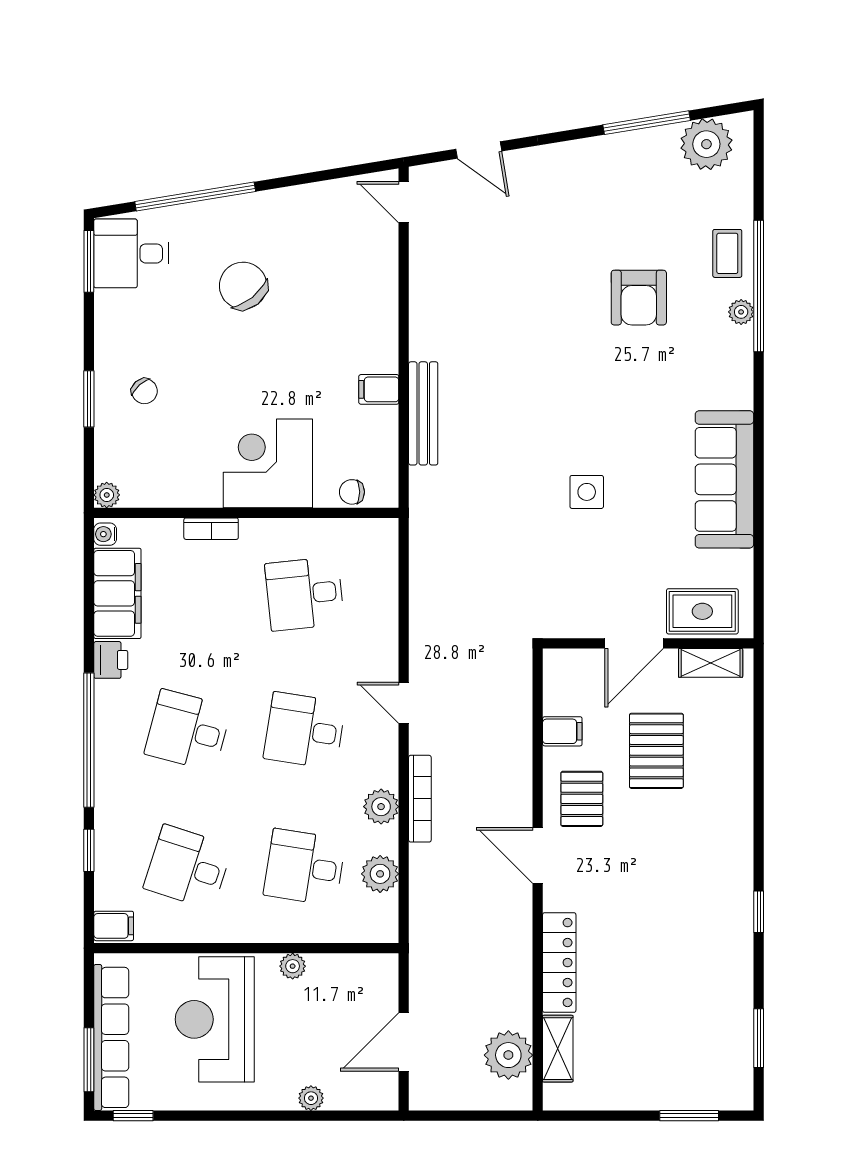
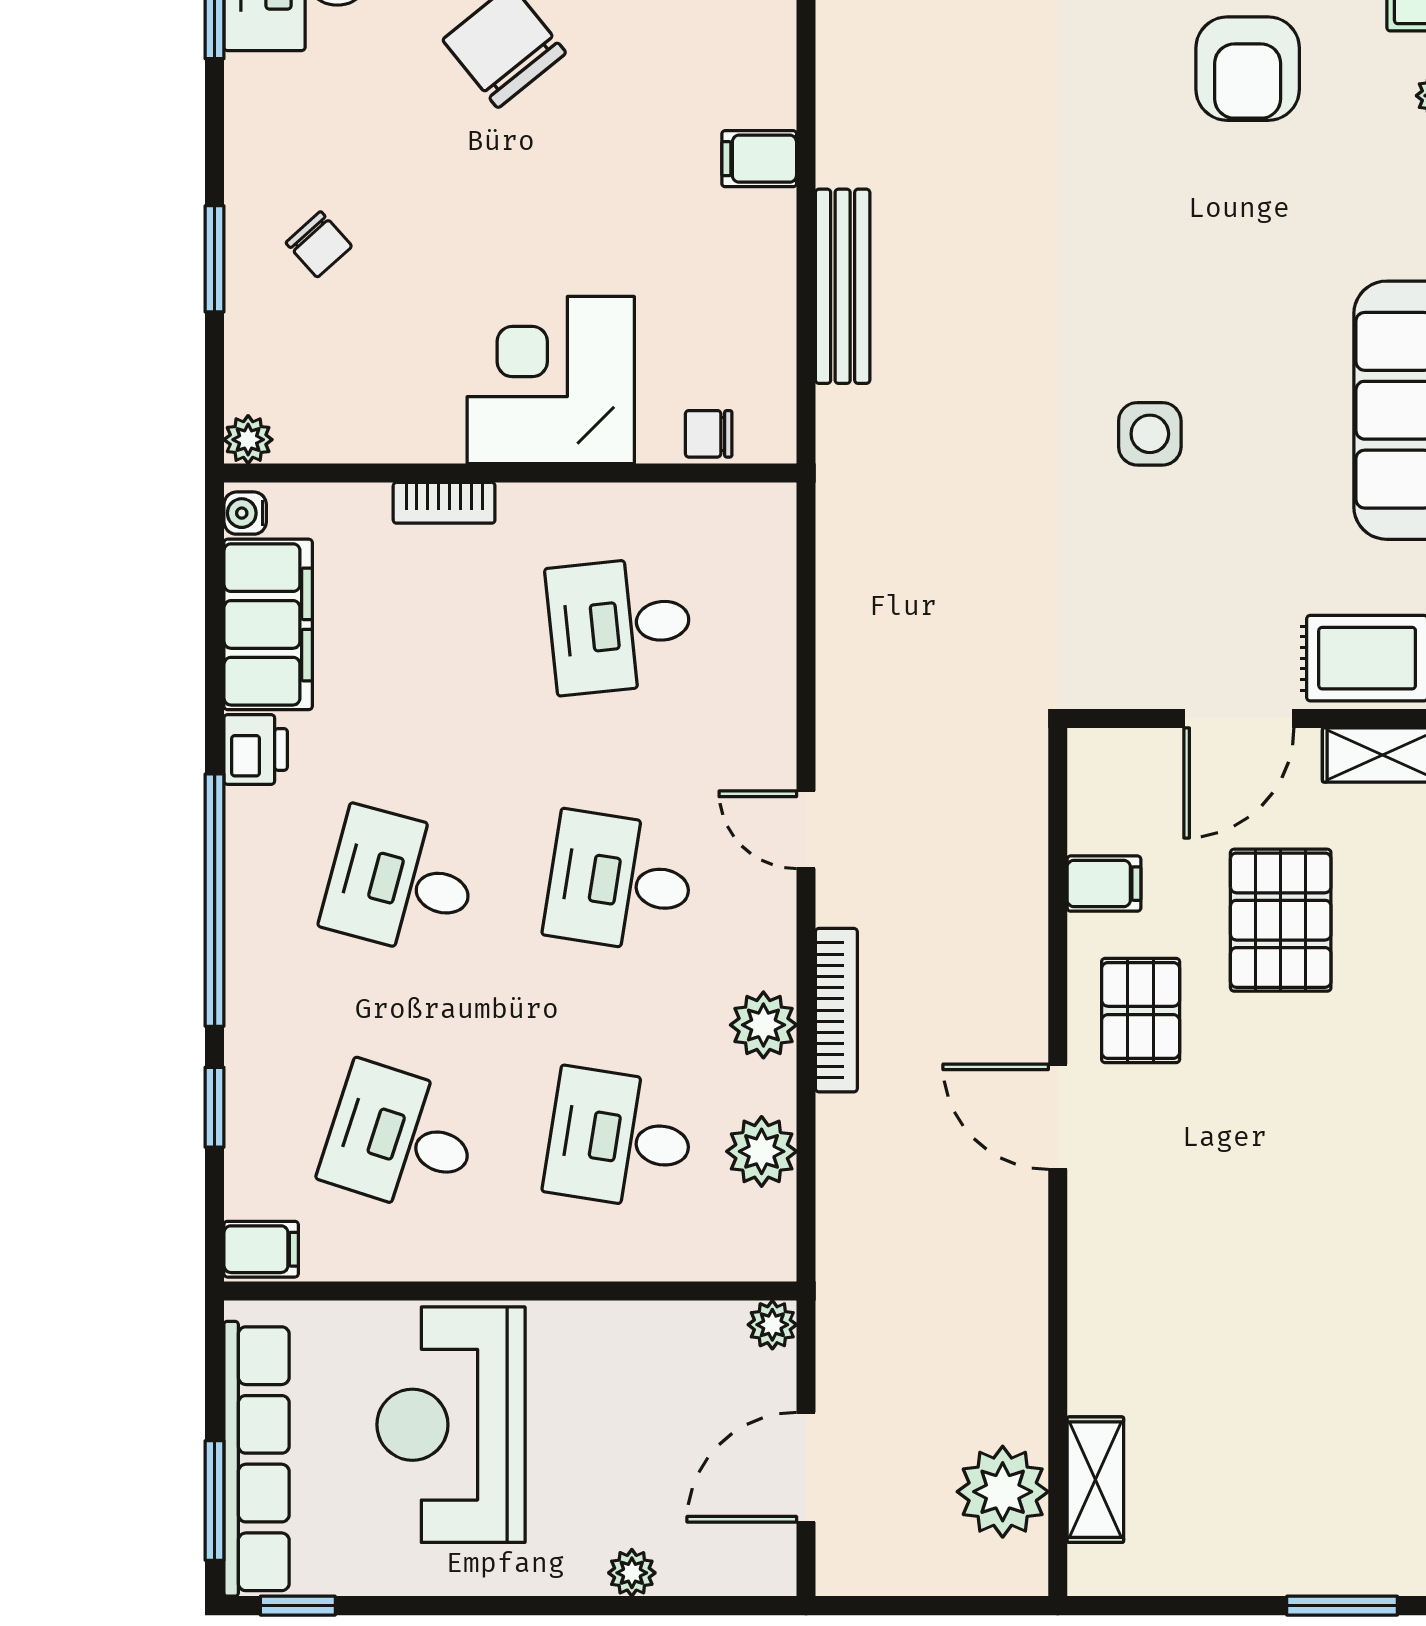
filing cabinet: (379, 389) -> (759, 159), moved
locker: (559, 963) -> (1098, 1318), removed
plant: (293, 966) -> (772, 1325), moved

